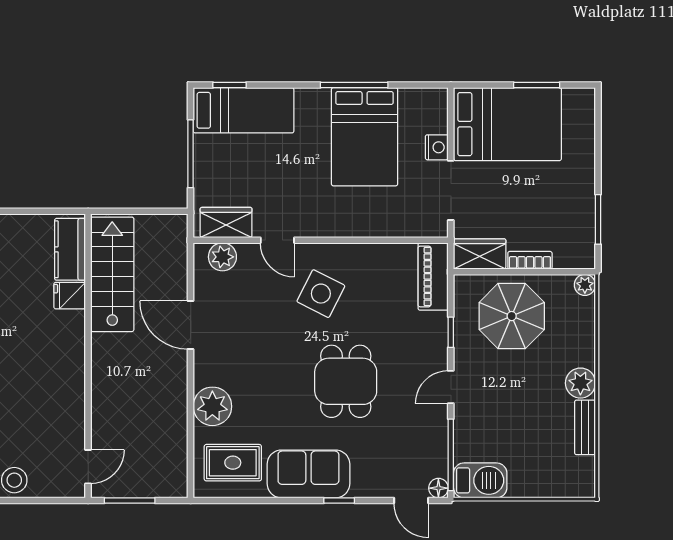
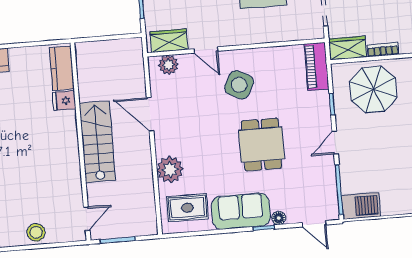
stairs: (112, 274) -> (97, 142), moved
floor lamp: (438, 488) -> (279, 218), moved

